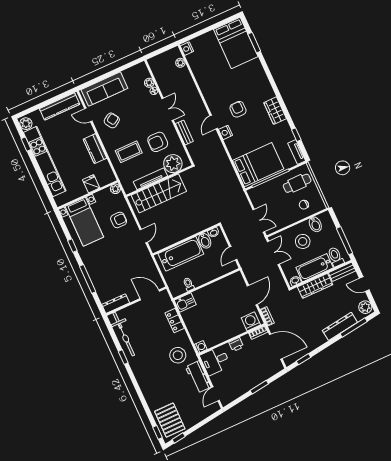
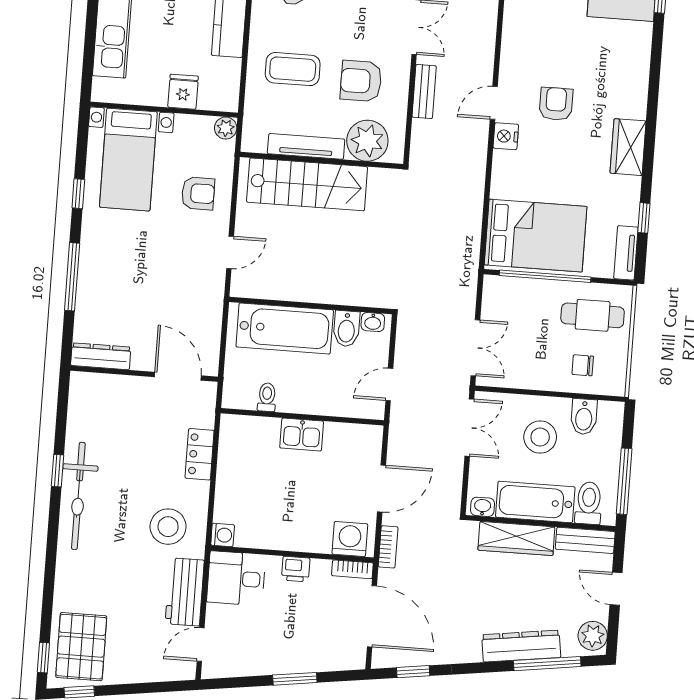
kitchen sink: (185, 302) -> (302, 435), moved
bicycle: (124, 334) -> (78, 496), moved

